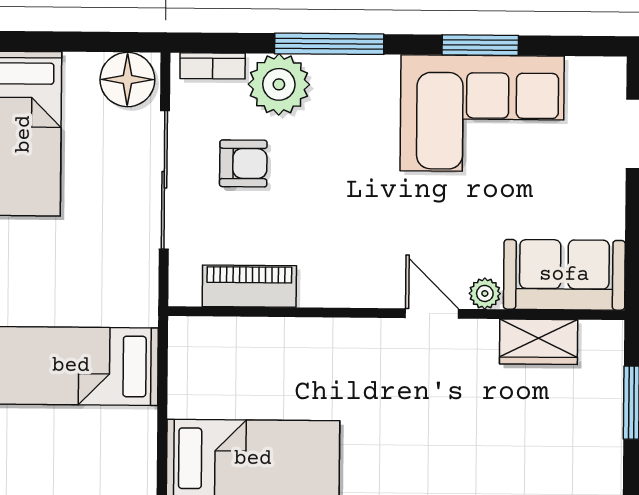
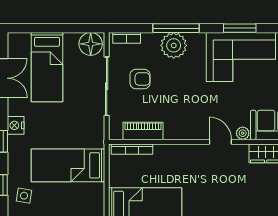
plant: (279, 84) -> (174, 45), moved
bookcase: (223, 329) -> (132, 149), added

